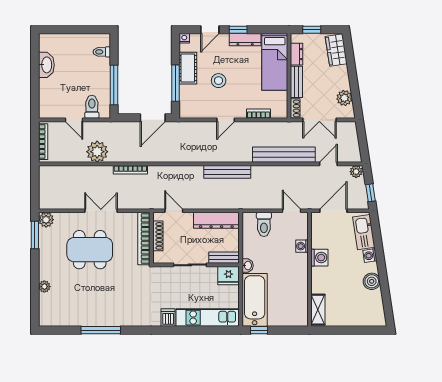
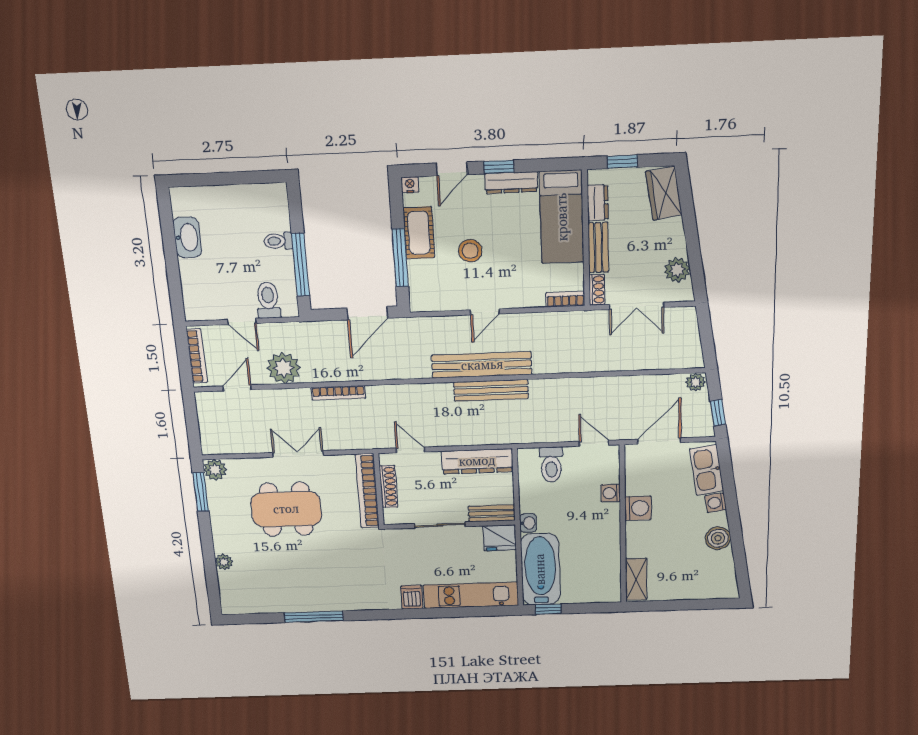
toilet: (102, 52) -> (278, 241), moved
bookcase: (259, 114) -> (565, 299), moved
bench: (284, 155) -> (482, 365), moved
door: (328, 164) -> (237, 388), moved

